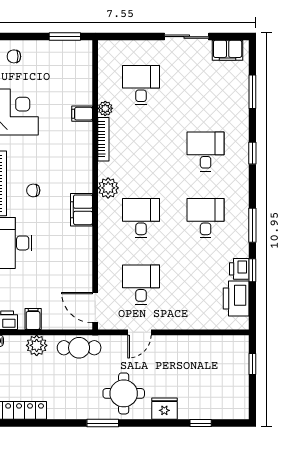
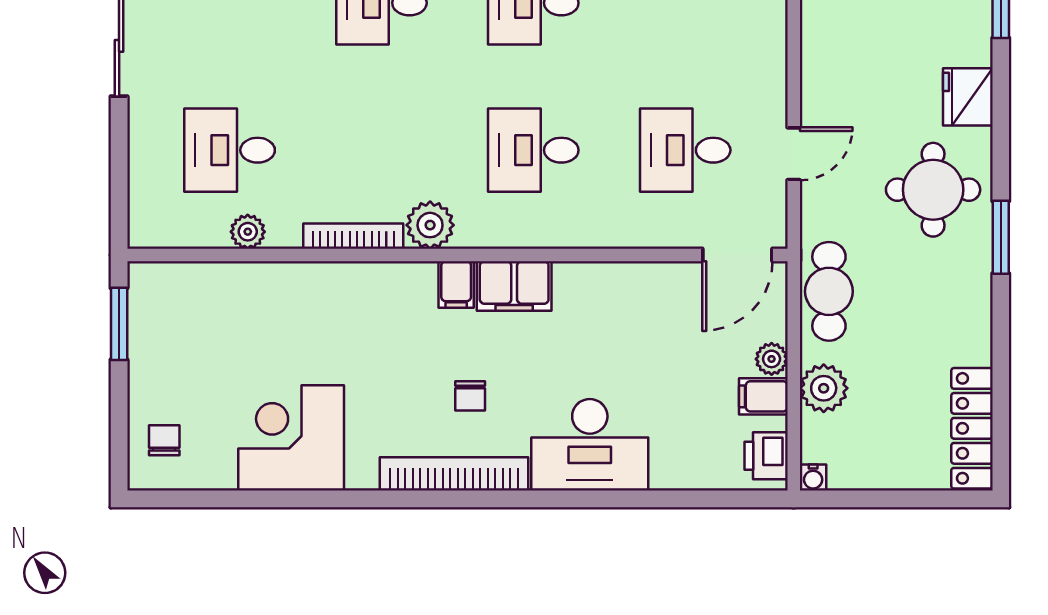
chair: (14, 56) -> (164, 440), turned 180
plant: (105, 108) -> (248, 232), moved
filing cabinet: (82, 114) -> (456, 284), moved
plant: (108, 188) -> (430, 225), moved
plant: (49, 323) -> (772, 359), added
door: (139, 332) -> (794, 154), hinge flipped

